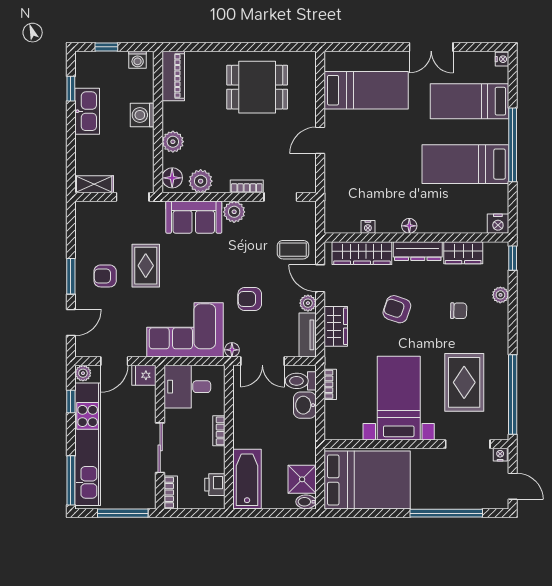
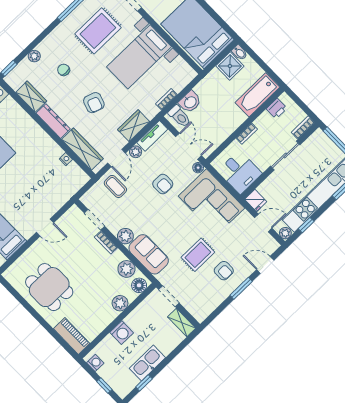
piano: (173, 76) -> (72, 336), moved, turned 90
floor lamp: (409, 226) -> (44, 138), removed

